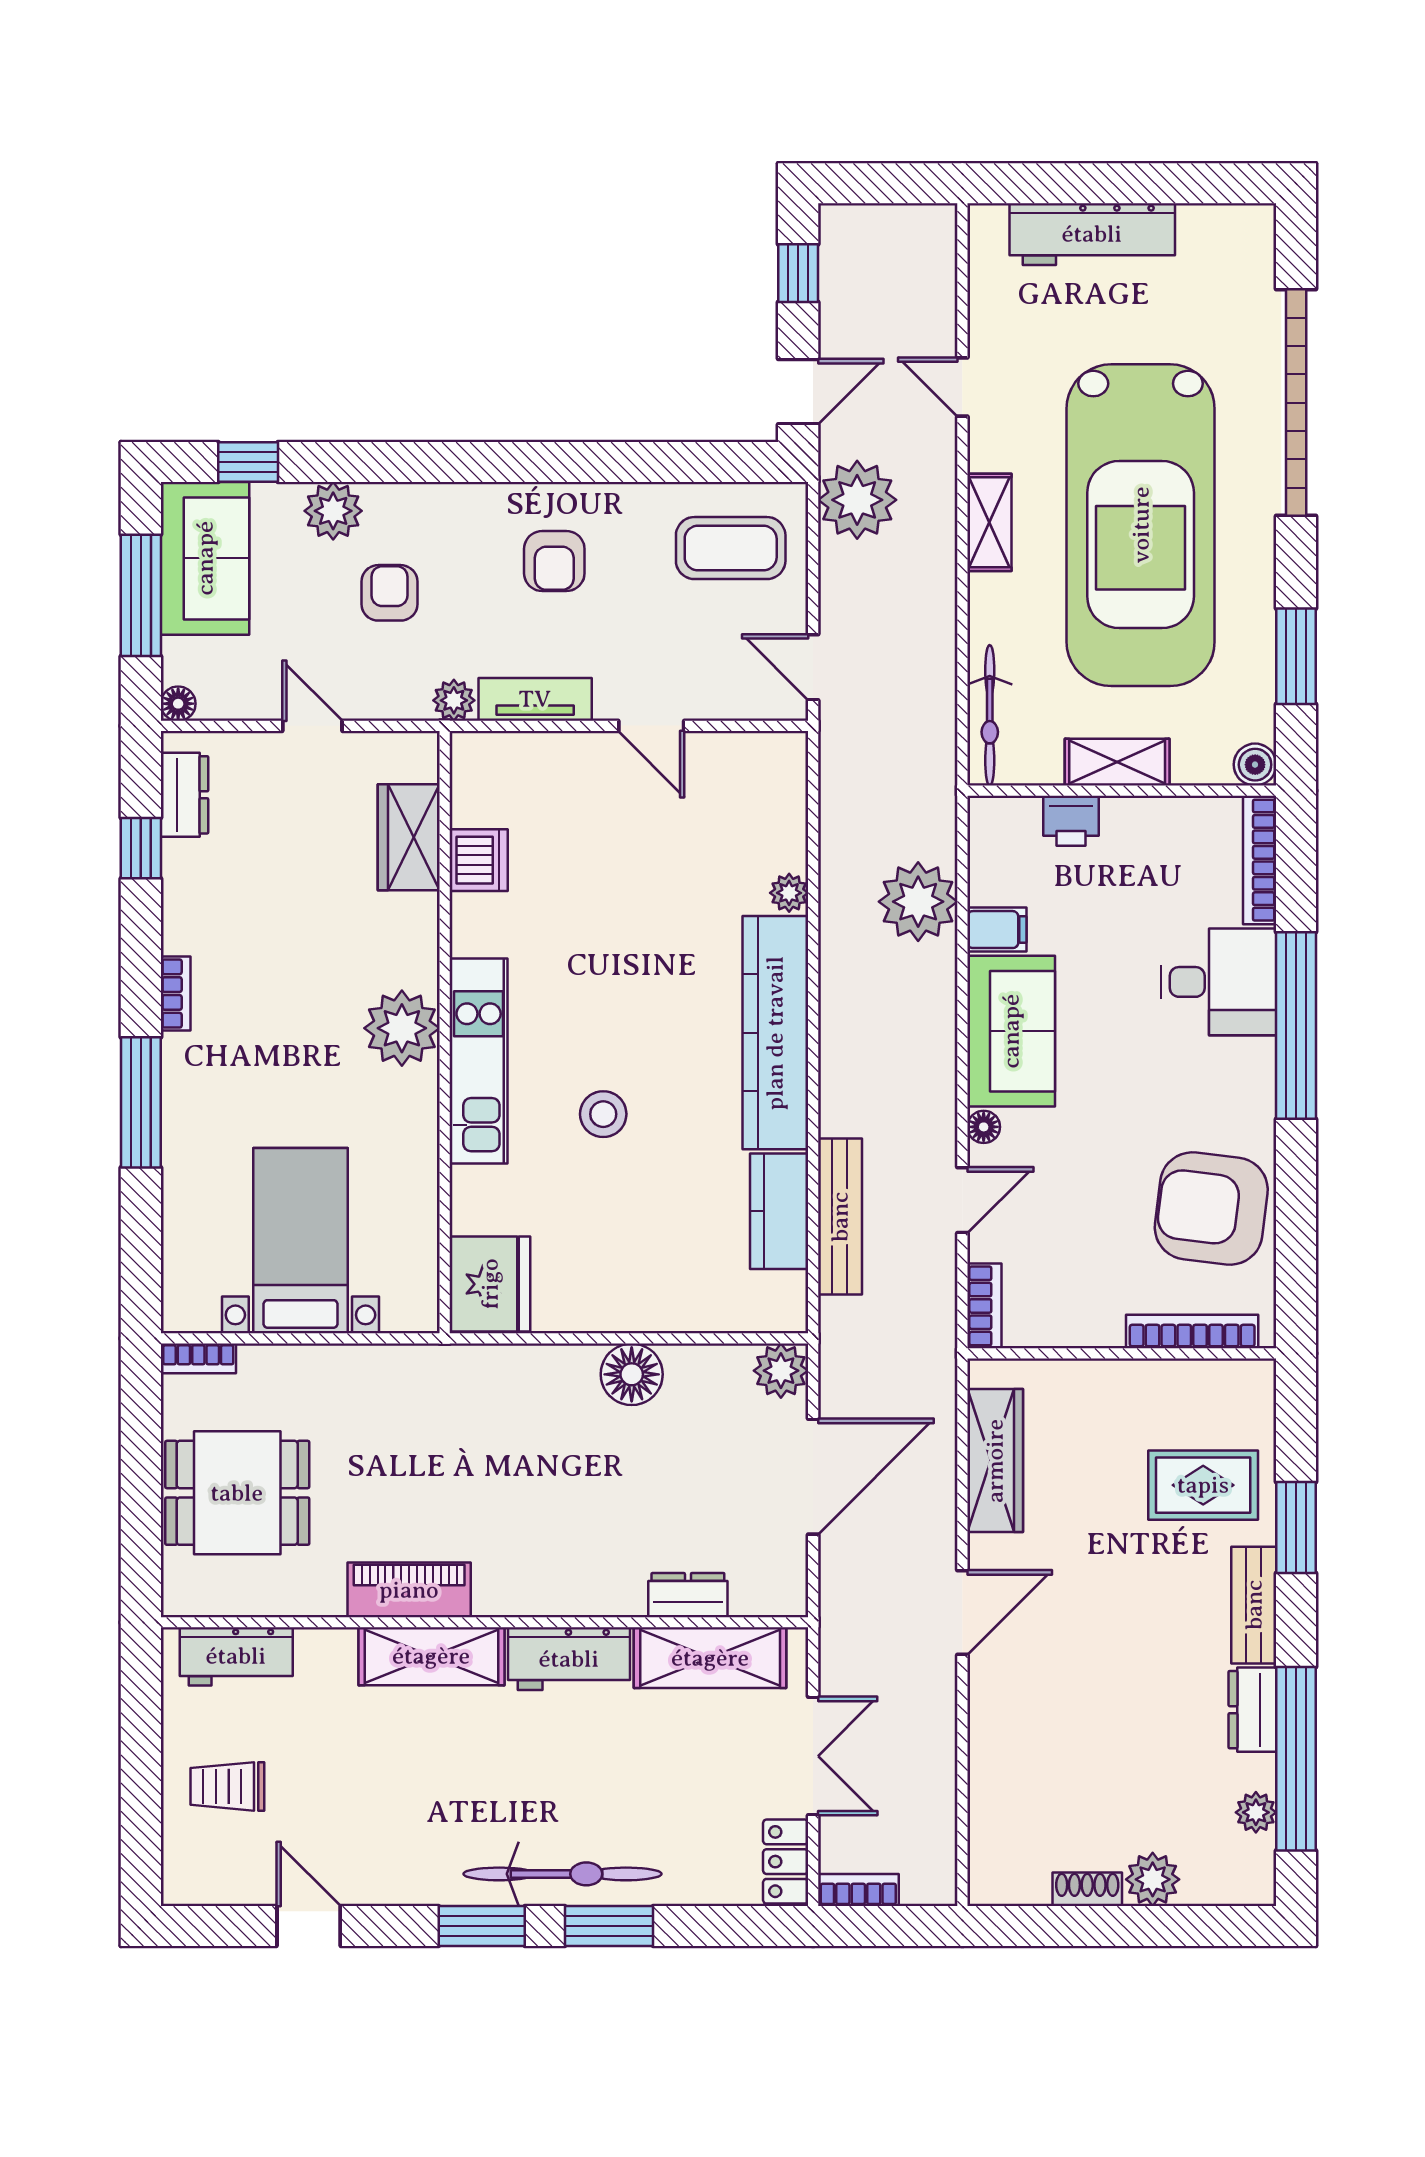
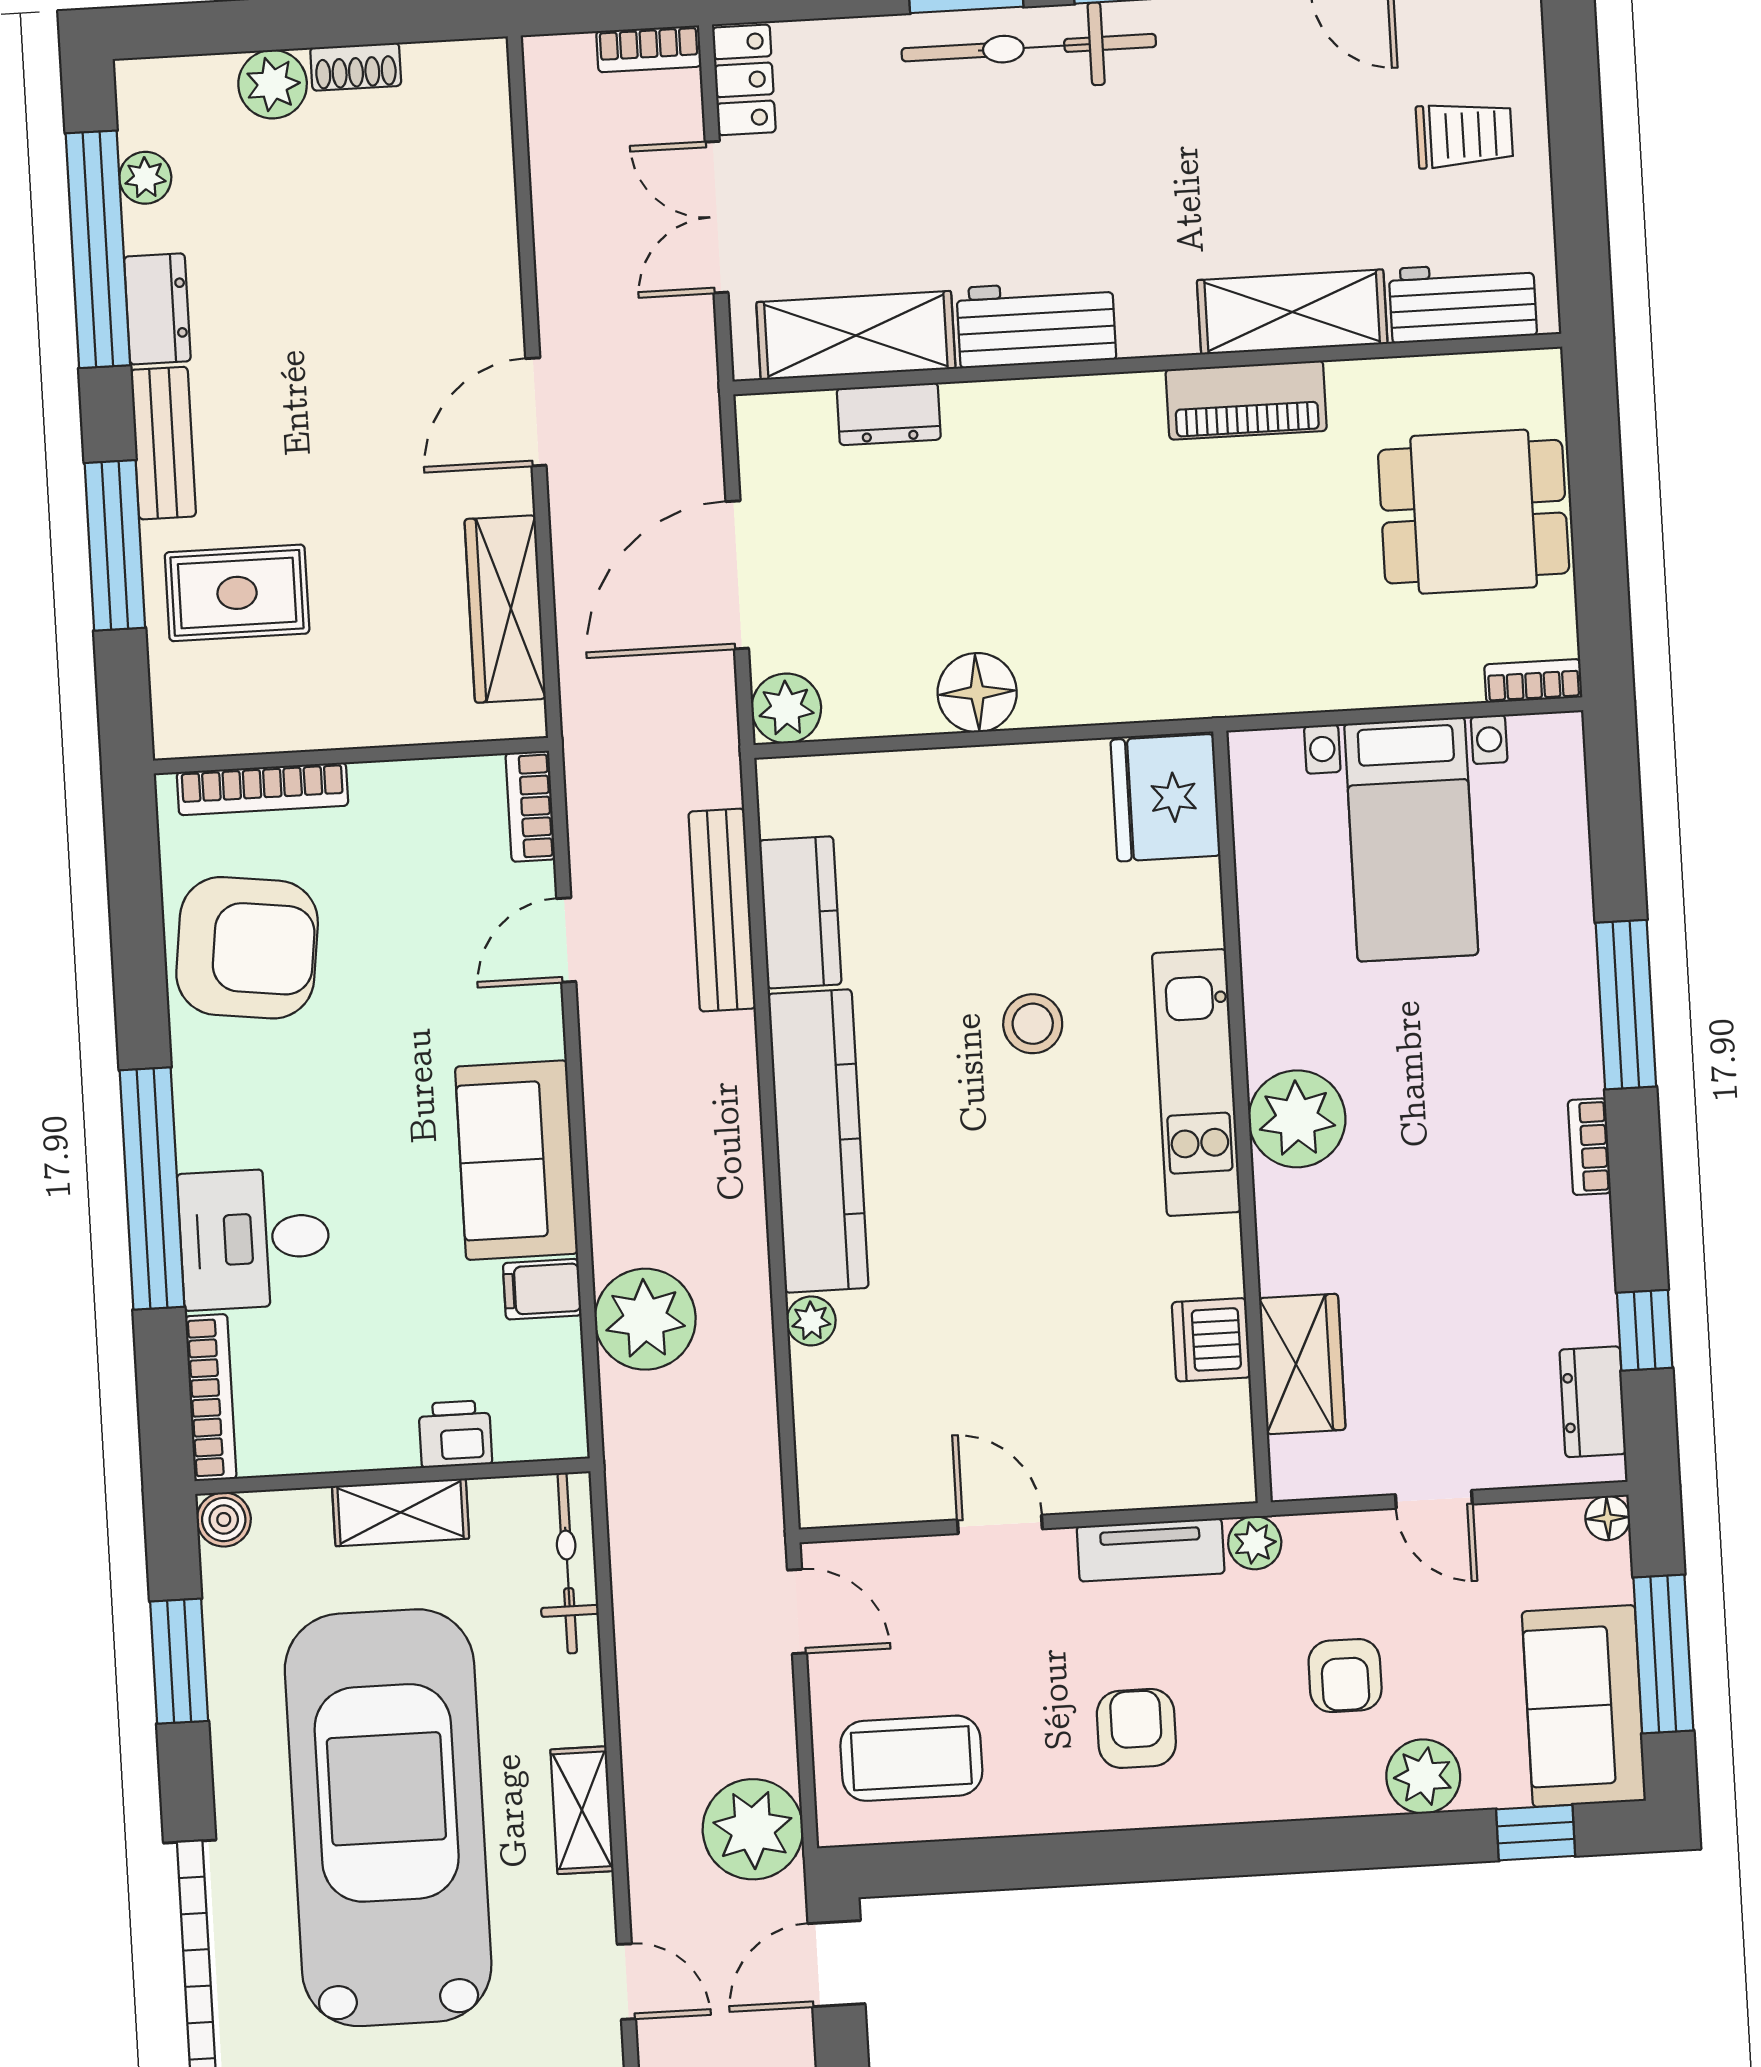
floor lamp: (984, 1127) -> (545, 1035), removed
window: (1296, 1528) -> (115, 545), width x1.44
shelving: (431, 1656) -> (1292, 312), moved

